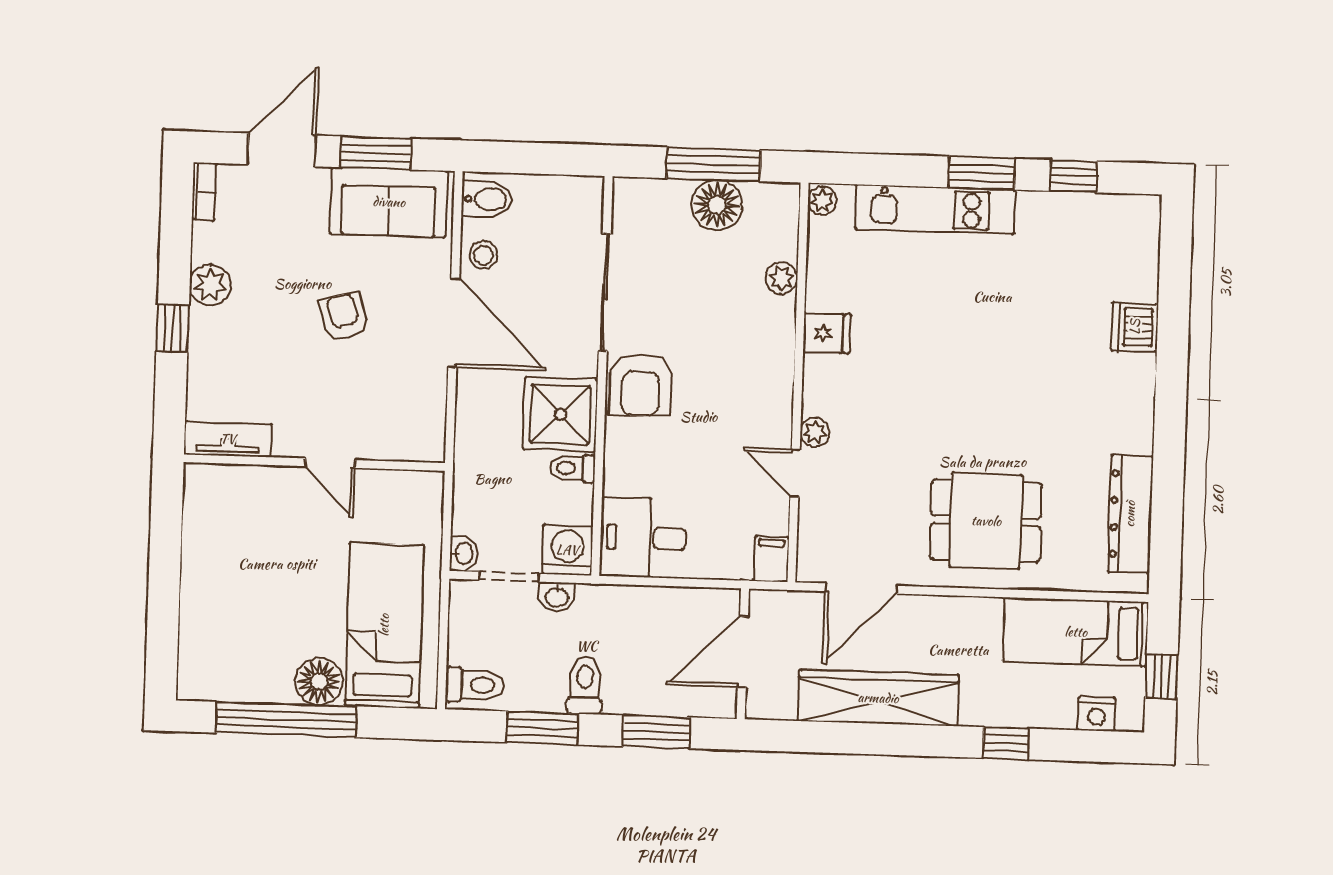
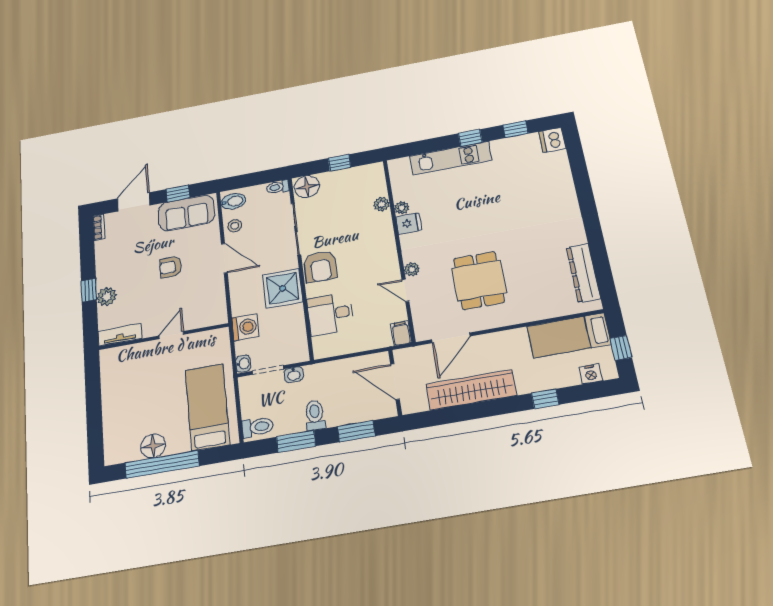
window: (376, 153) -> (178, 193), width x0.67
window: (714, 164) -> (339, 163), width x0.46
window: (982, 173) -> (470, 138), width x0.67
plant: (822, 201) -> (402, 208), moved
floor lamp: (717, 205) -> (307, 187), moved
plant: (210, 285) -> (107, 297), moved
armchair: (344, 316) -> (171, 267), turned -74
door: (454, 323) -> (224, 258), width x0.73
dishwasher: (1135, 327) -> (552, 140), moved
door: (330, 463) -> (171, 335), swing flipped
toilet: (572, 468) -> (278, 187), moved
dining table: (986, 521) -> (479, 280), moved, turned 90
desk: (643, 538) -> (331, 314), moved
washing machine: (567, 550) -> (245, 327), moved, turned 90
door: (743, 652) -> (395, 382), hinge flipped
floor lamp: (319, 682) -> (153, 446), moved

